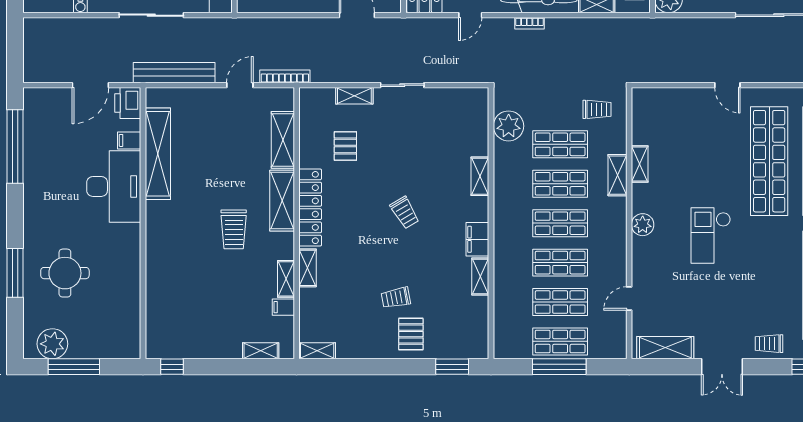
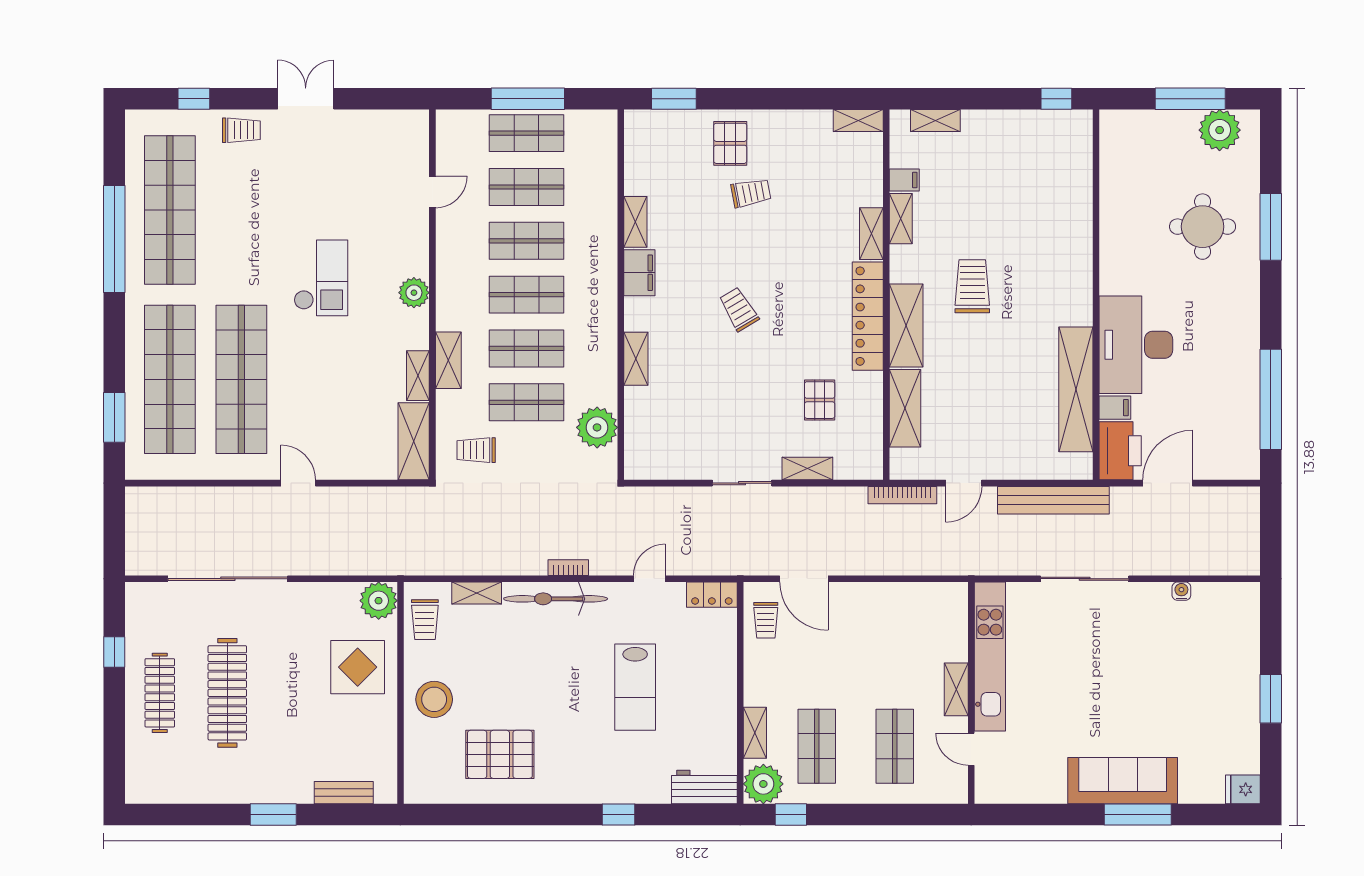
printer: (128, 103) -> (1120, 451), width x1.37, depth x1.19
shelving: (665, 348) -> (414, 441), moved, turned 90

